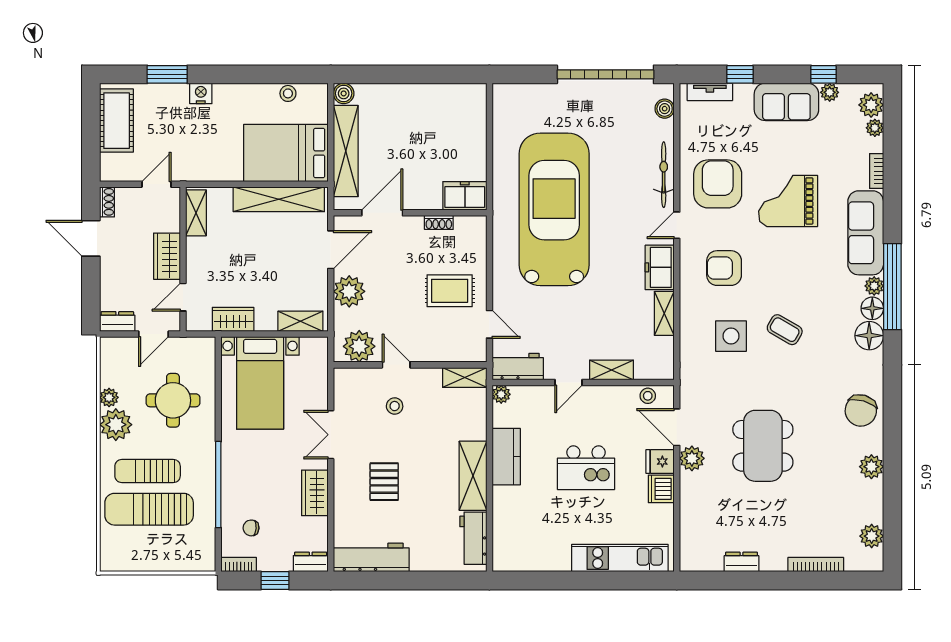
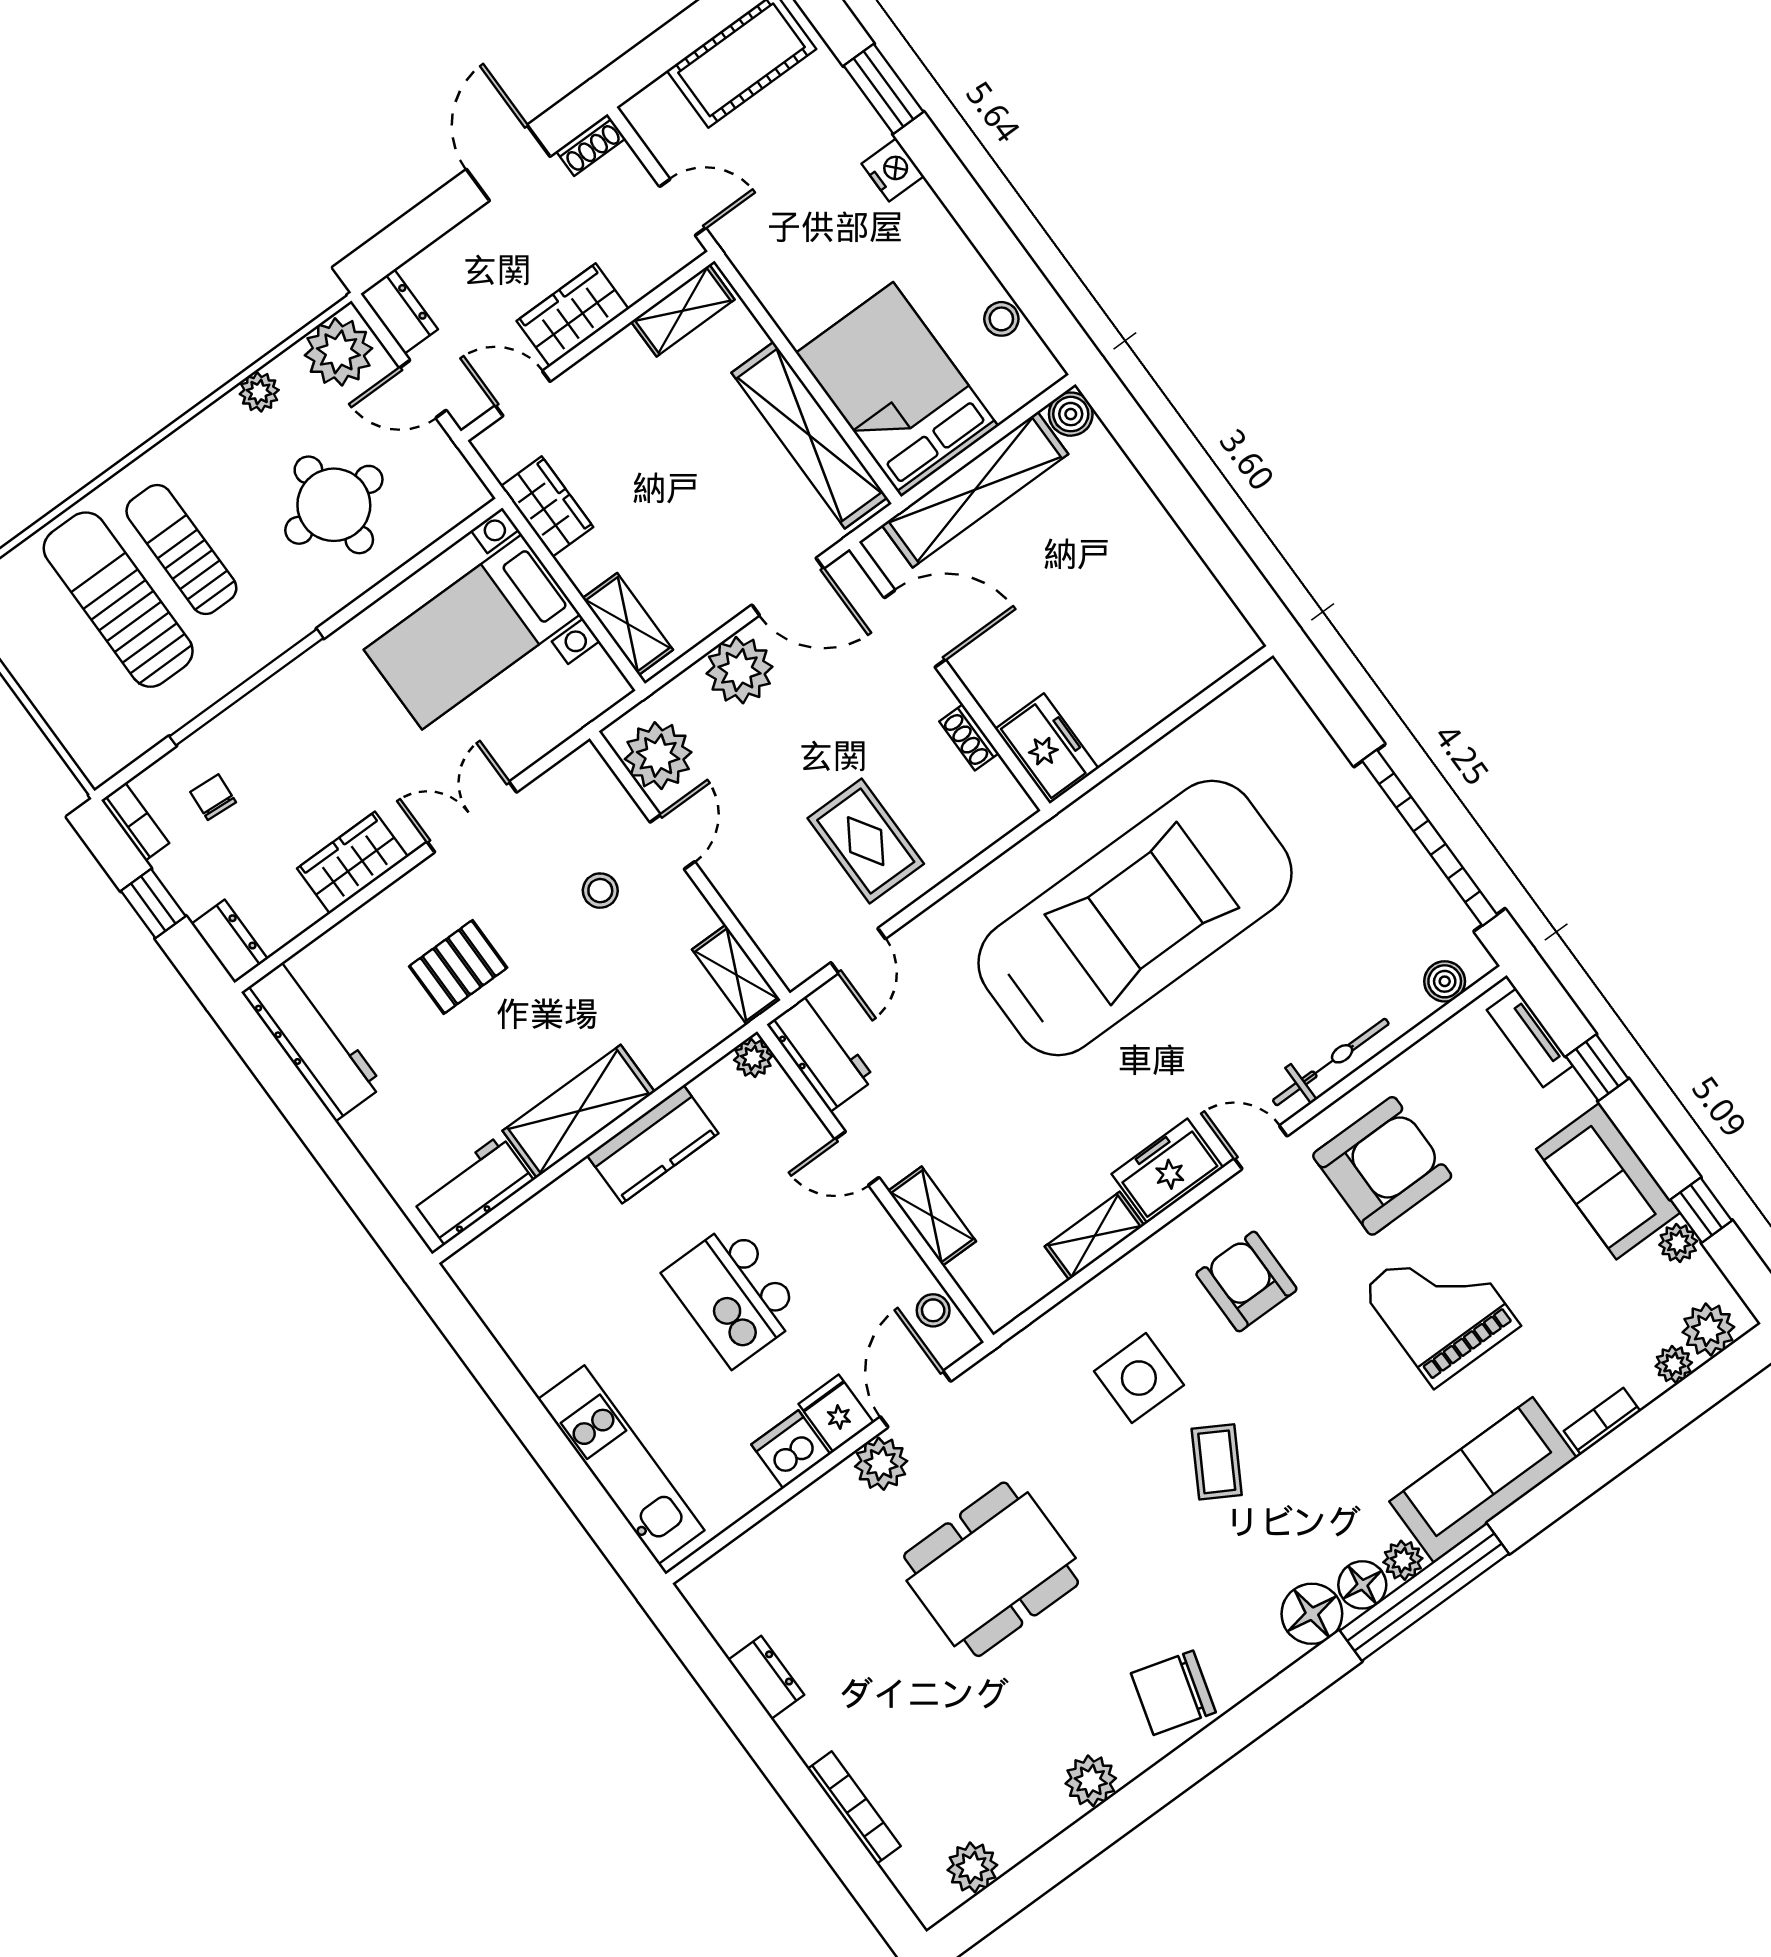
plant: (116, 425) -> (338, 352), moved

